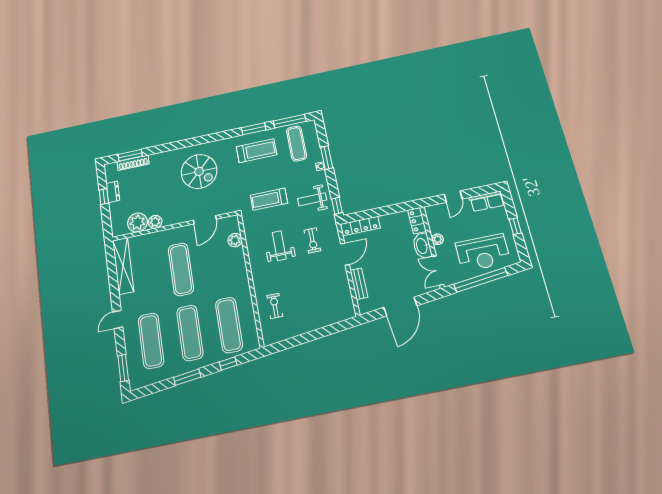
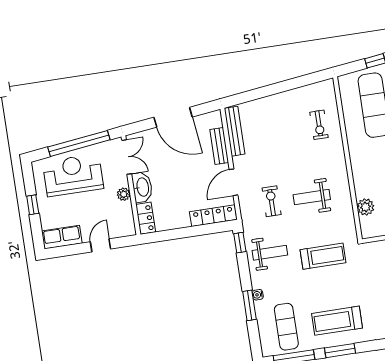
weight bench: (279, 246) -> (312, 197), turned 90
bench: (346, 297) -> (235, 131), added
door: (400, 307) -> (173, 117), swing flipped

